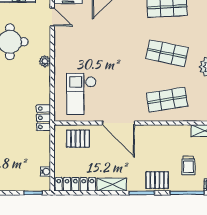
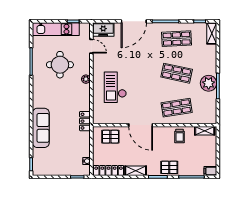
checkout: (81, 94) -> (115, 87), moved
trolley: (188, 165) -> (180, 136), moved

